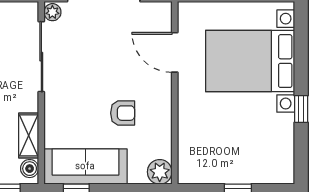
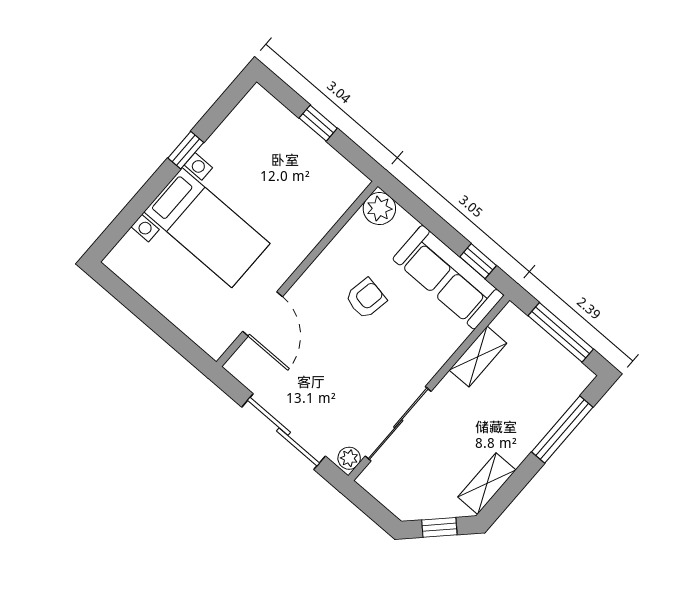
bed with nightstands: (250, 61) -> (207, 228), width x0.73
armchair: (123, 113) -> (366, 298), turned 100
boiler: (30, 169) -> (505, 323), removed

